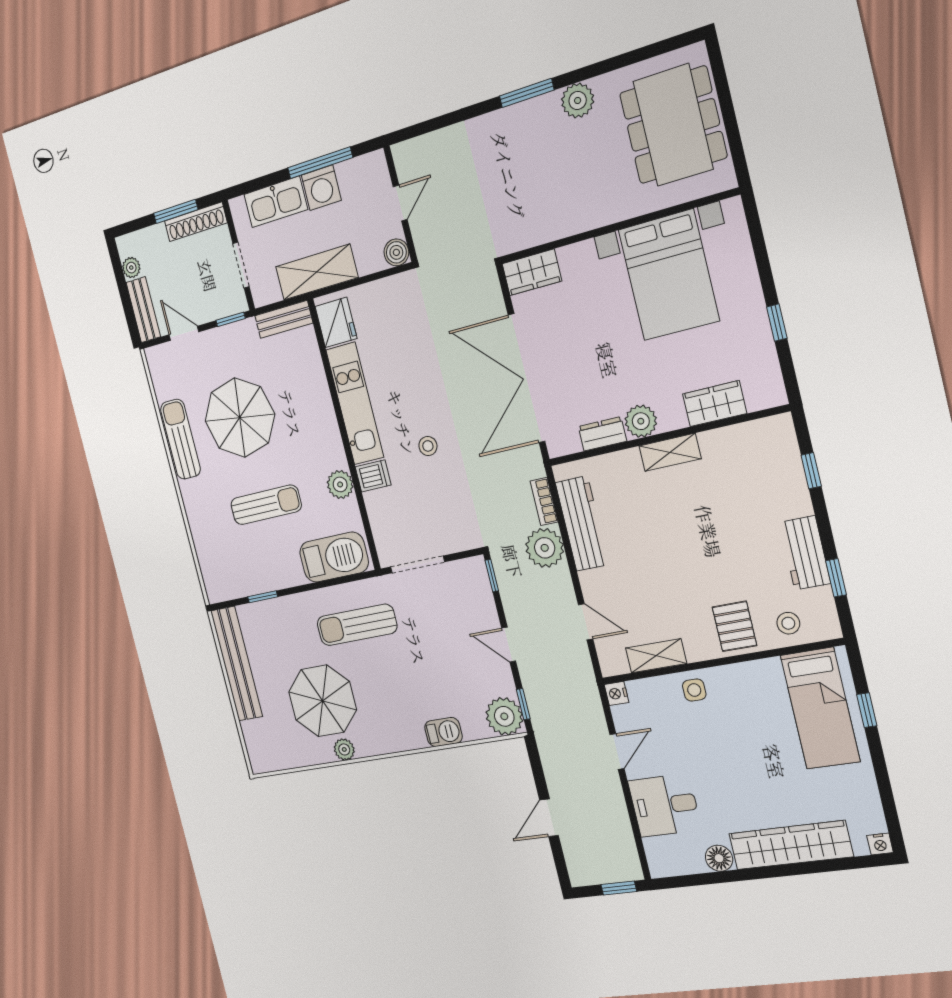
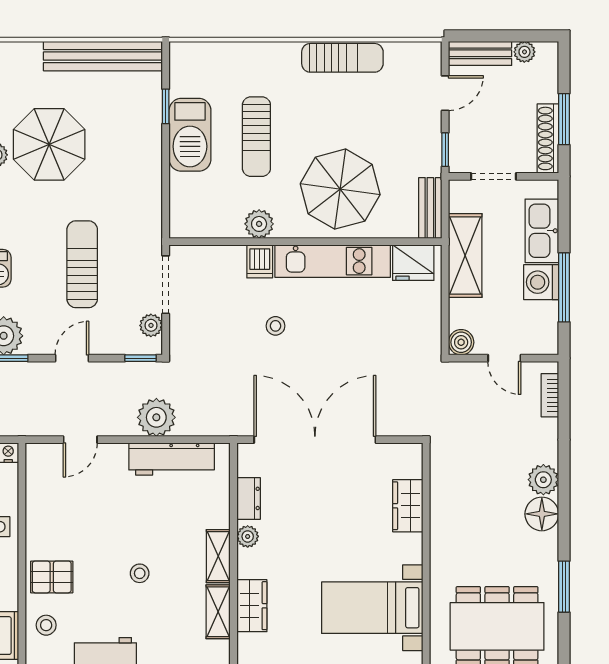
window: (527, 93) -> (564, 587), moved
plant: (578, 100) -> (543, 480), moved
floor lamp: (543, 114) -> (542, 514), added
wardrobe: (532, 272) -> (408, 506), moved
bed with nightstands: (669, 275) -> (372, 608), width x0.73
parasol: (240, 418) -> (340, 189), moved
plant: (641, 421) -> (248, 536), width x0.73, depth x0.73
bookcase: (544, 501) -> (550, 395), moved, turned -90
stool: (708, 533) -> (140, 573), added
barbecue: (334, 557) -> (190, 135), moved
plant: (458, 571) -> (151, 325), added
sun lounger: (357, 625) -> (82, 264), moved
shelving: (656, 656) -> (218, 612), moved

